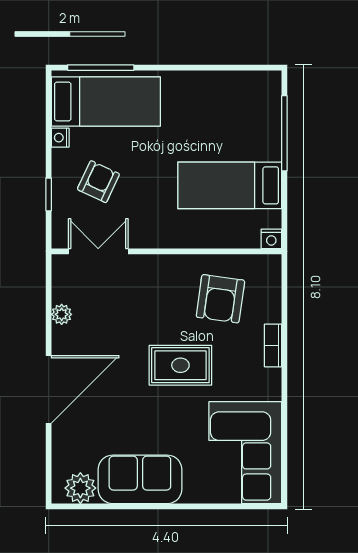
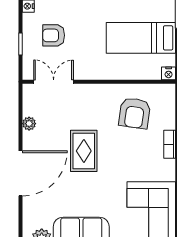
armchair: (98, 182) -> (54, 35), turned -115
rug: (180, 365) -> (84, 151), moved, turned 90

